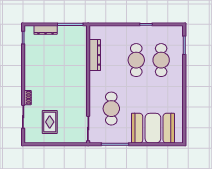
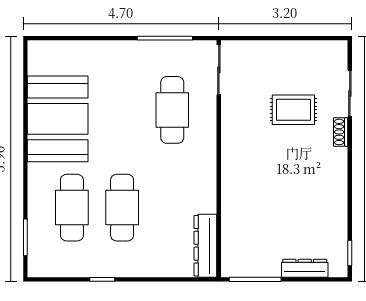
dresser: (95, 55) -> (205, 246), moved
rug: (50, 122) -> (293, 110), moved, turned 90
booth: (153, 128) -> (58, 119), moved, turned 90

